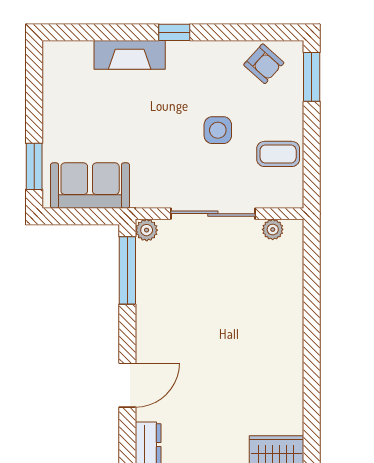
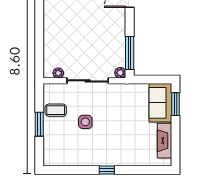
fireplace: (130, 55) -> (164, 141), moved, turned -90
armchair: (264, 64) -> (63, 155), removed
window: (312, 77) -> (39, 124), moved
sofa: (90, 186) -> (160, 103), moved, turned 90

